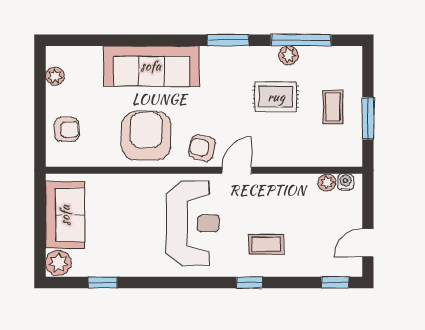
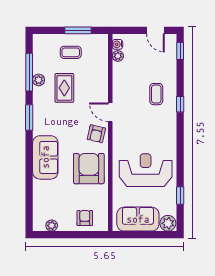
sofa: (151, 66) -> (45, 157), width x0.73
armchair: (146, 136) -> (89, 169), turned 90
reception desk: (193, 223) -> (146, 170), moved

